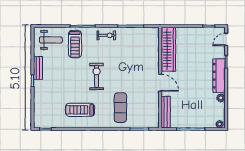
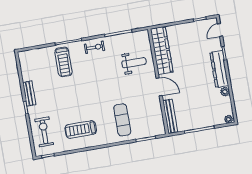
weight bench: (51, 40) -> (134, 63), moved
exercise bike: (97, 76) -> (44, 132), moved

